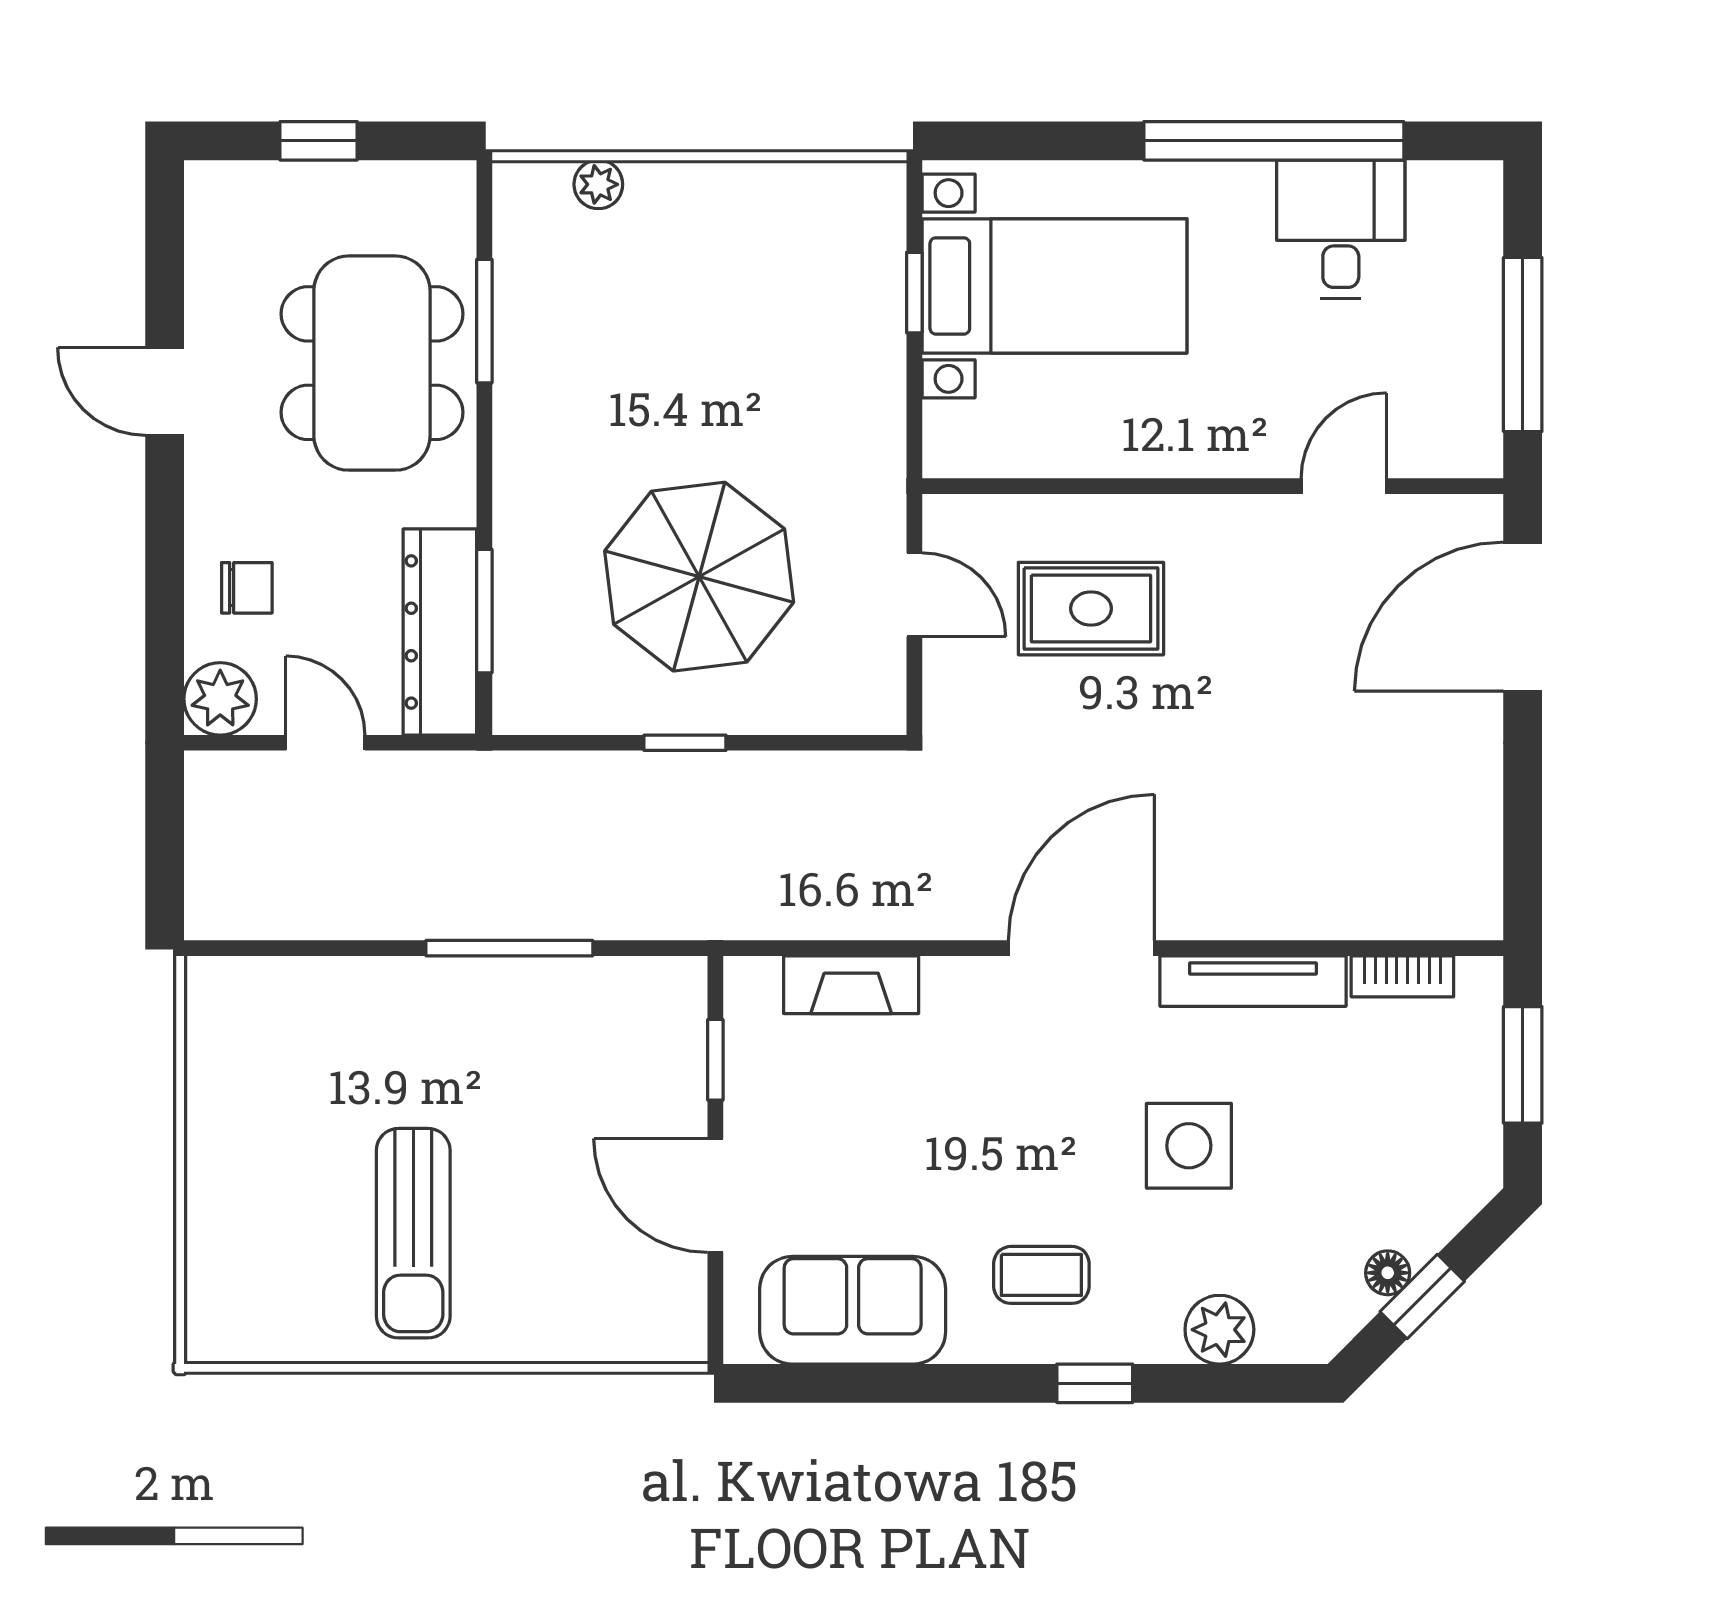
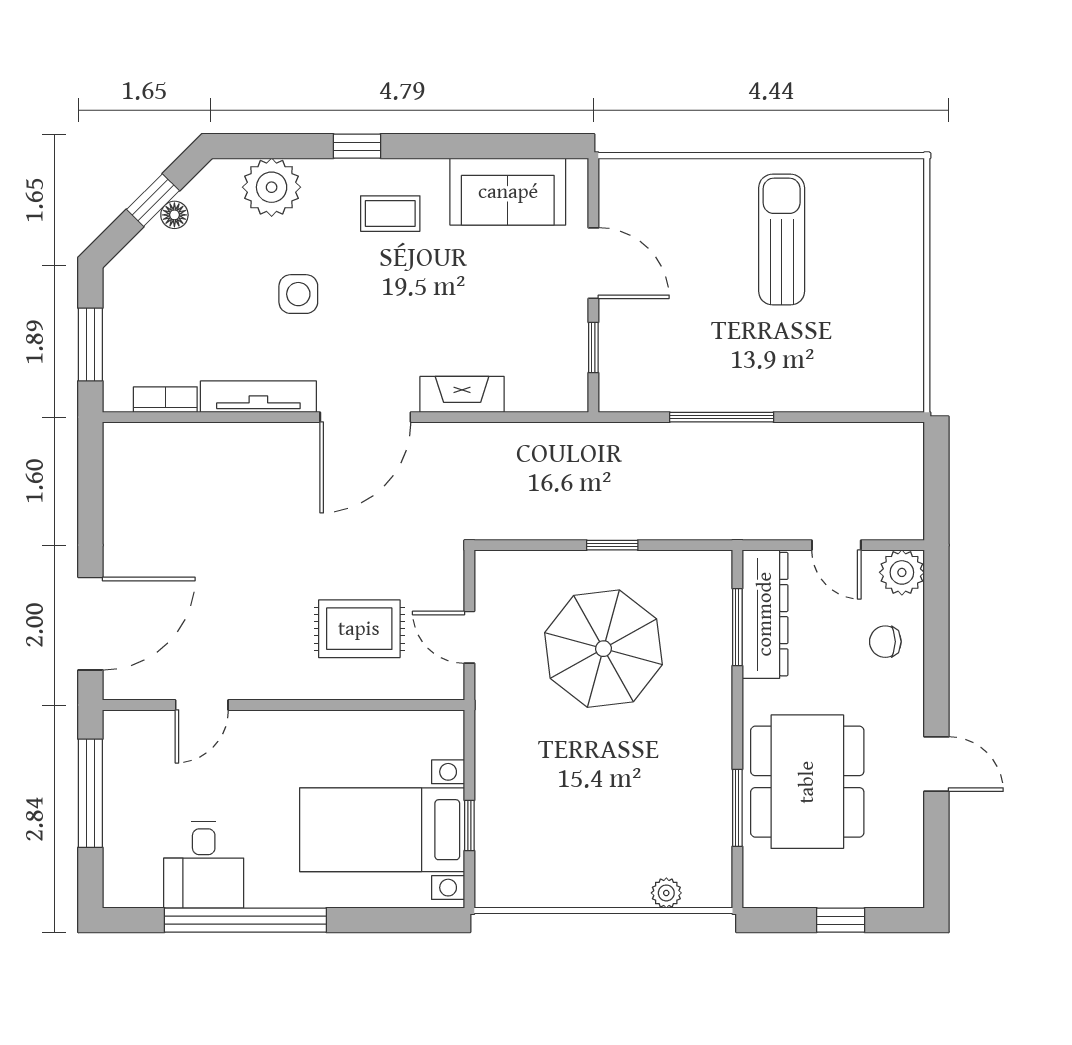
fireplace: (851, 985) -> (462, 394), moved
side table: (1189, 1146) -> (298, 294), width x0.73, depth x0.73
plant: (1219, 1330) -> (272, 187), width x1.36, depth x1.36

